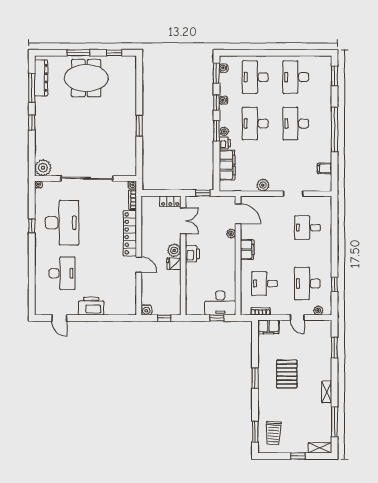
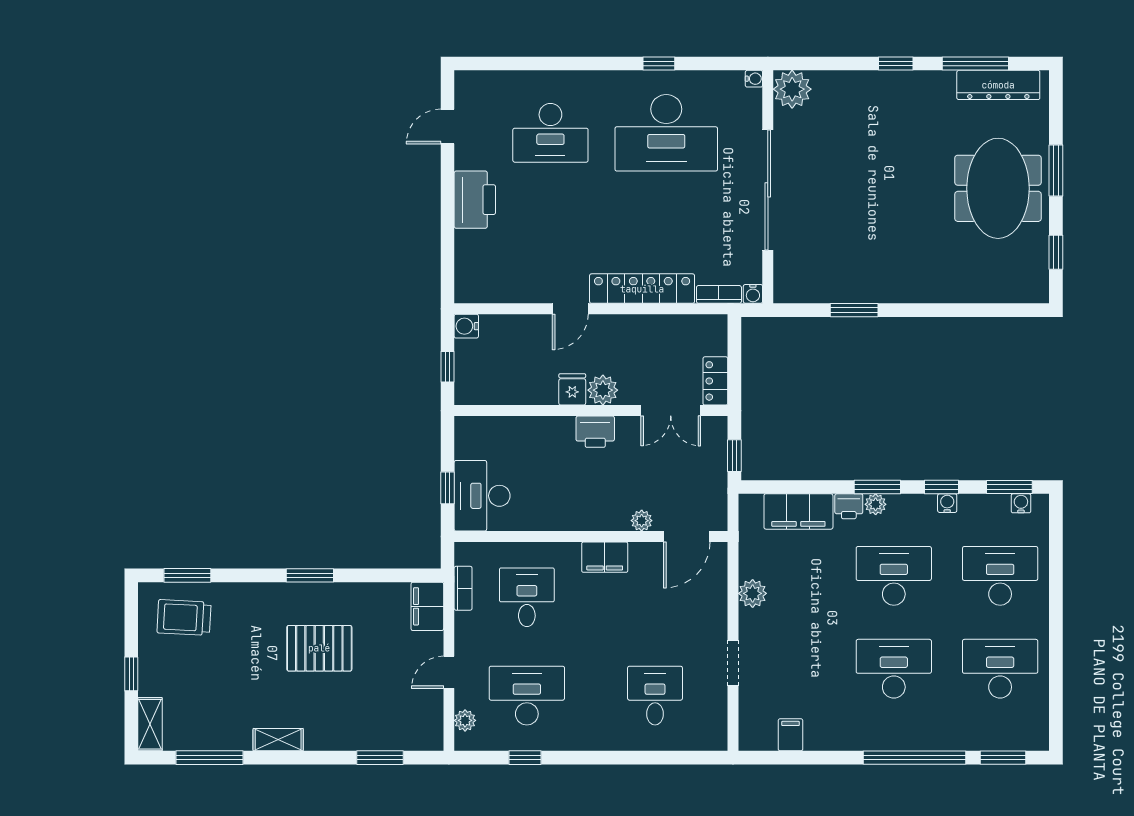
window: (139, 126) -> (854, 310), moved
window: (334, 129) -> (914, 758), moved

